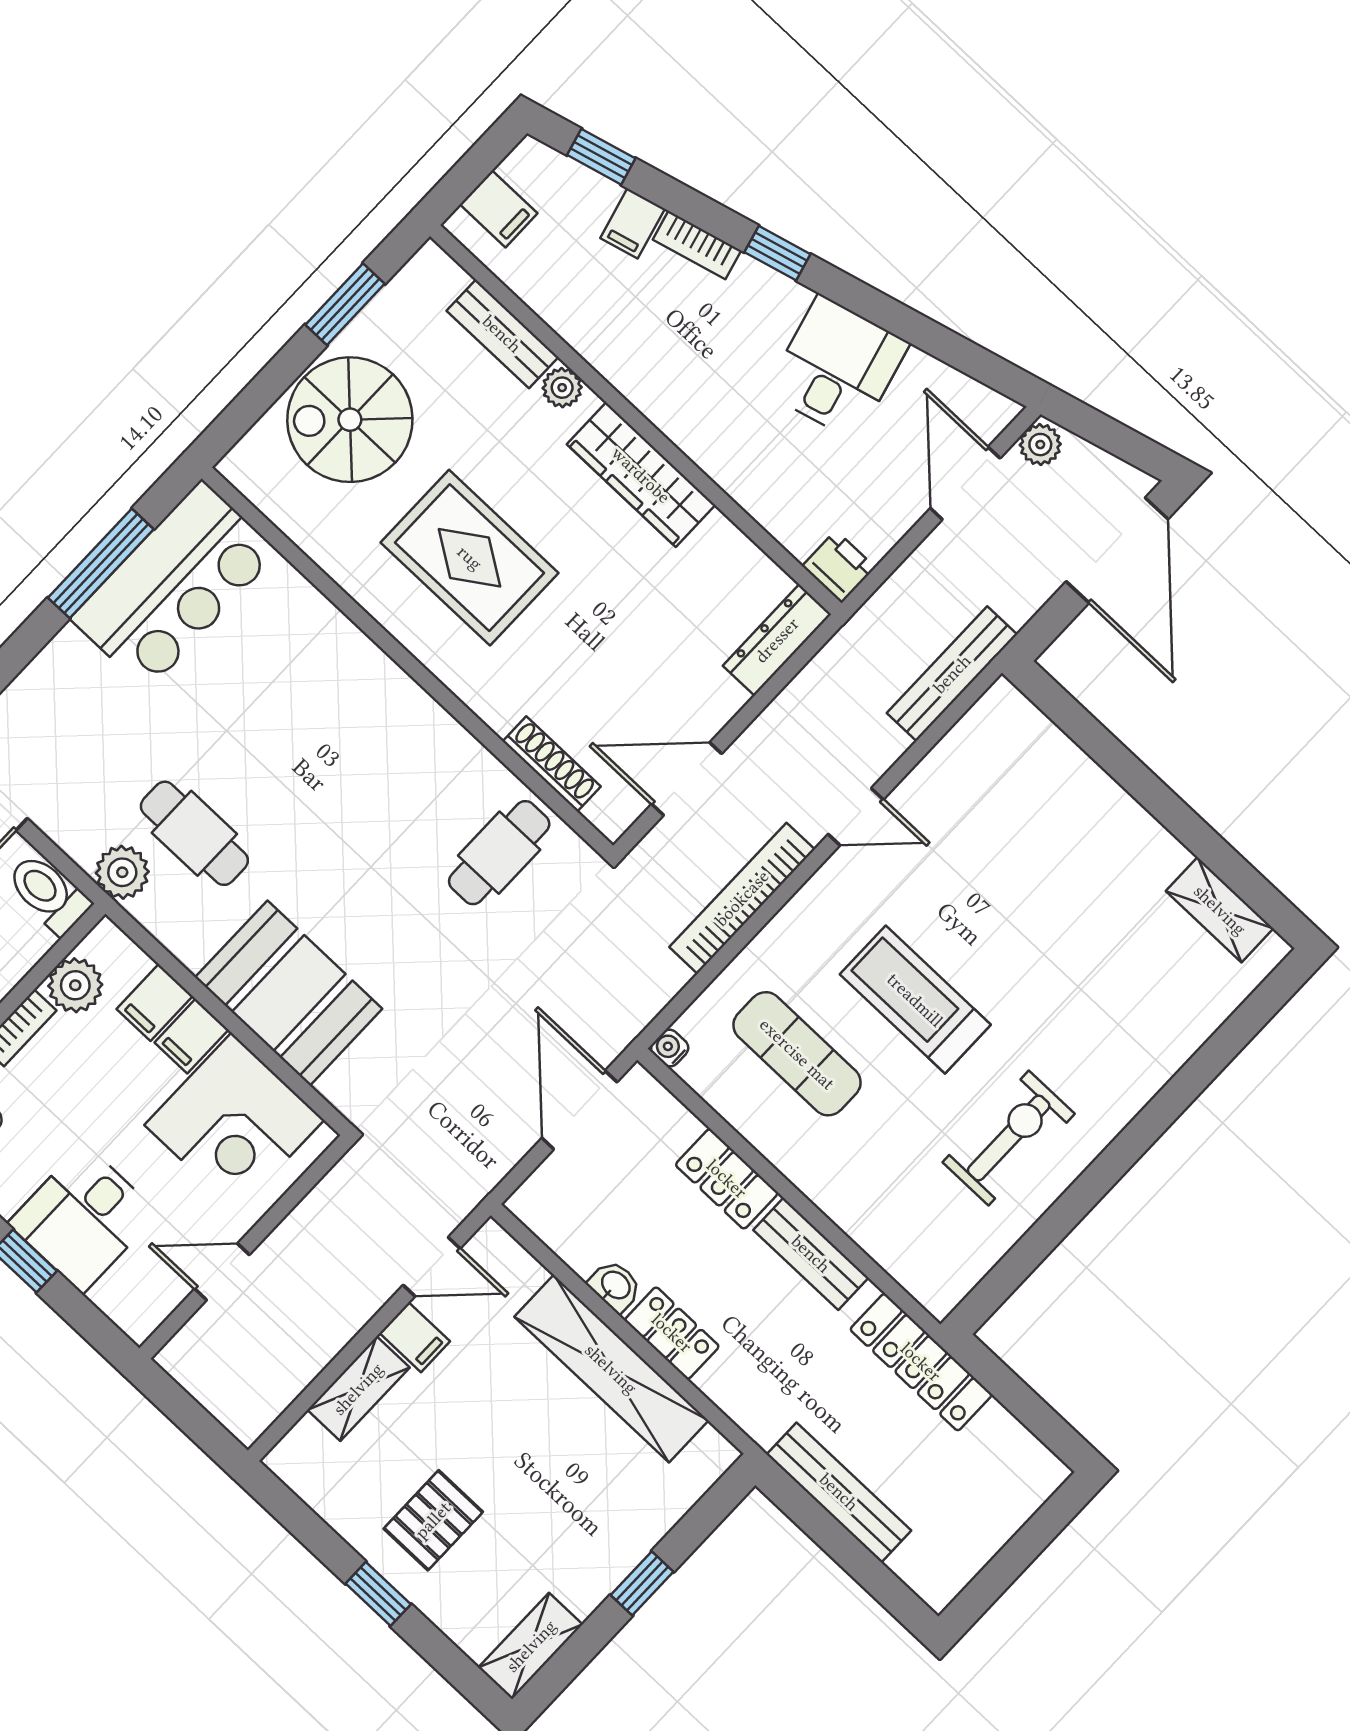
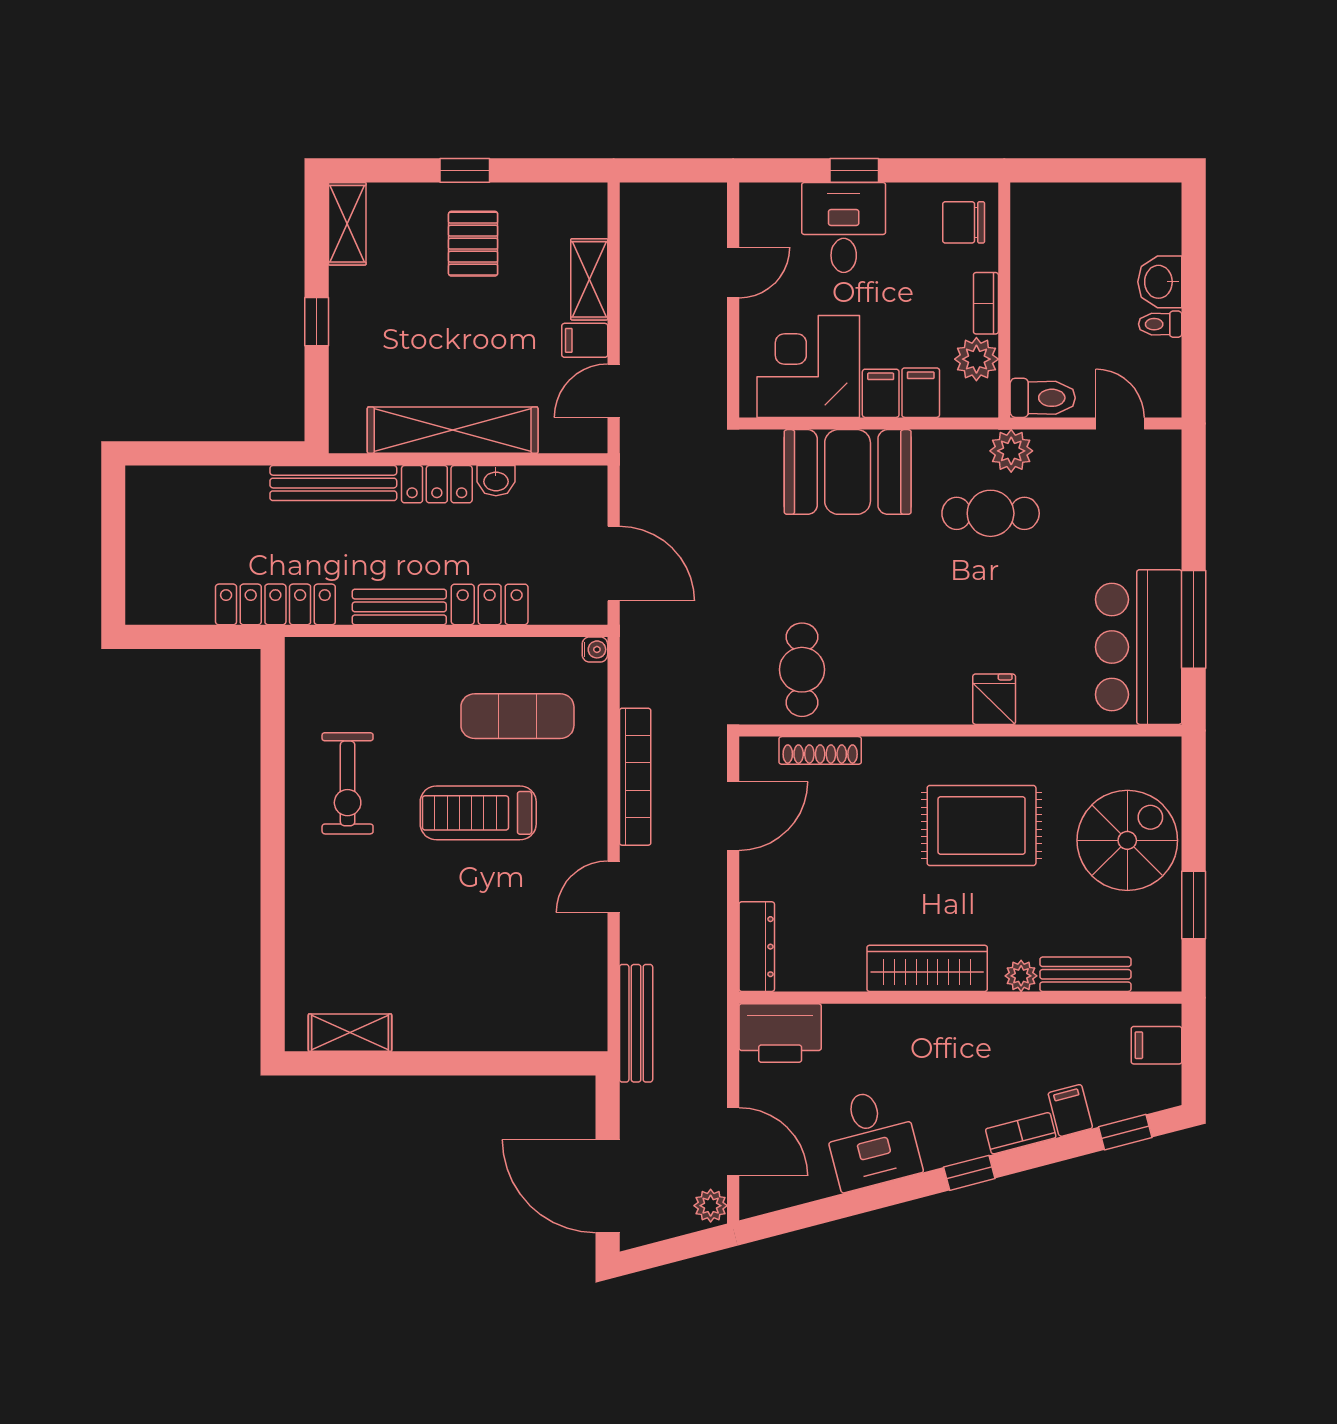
printer: (839, 567) -> (780, 1033), width x1.87, depth x1.48
fridge: (350, 662) -> (994, 699), added
treadmill: (915, 1000) -> (478, 813), turned 180
bench: (839, 1492) -> (333, 483), moved

